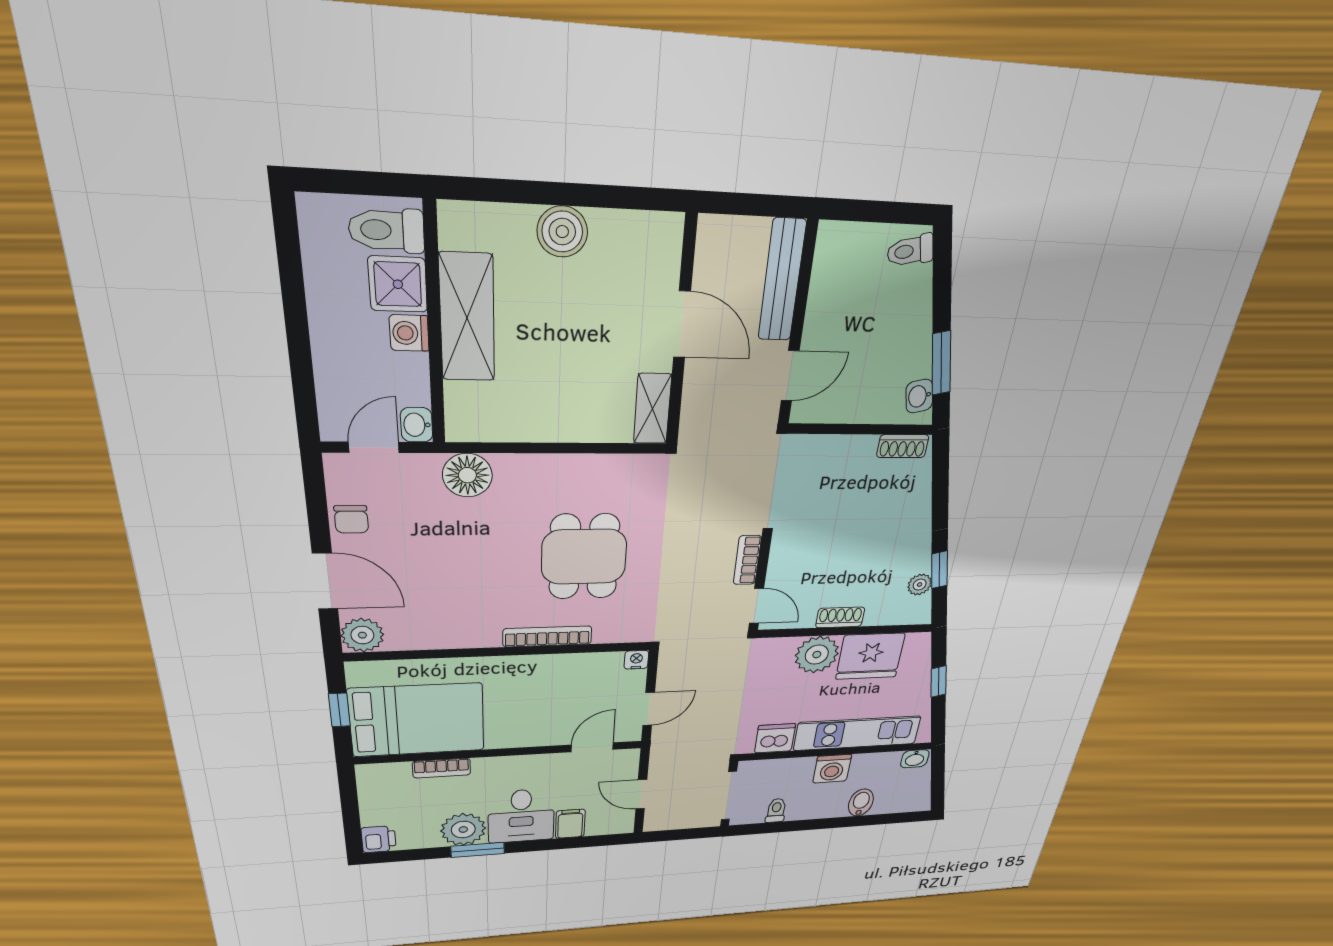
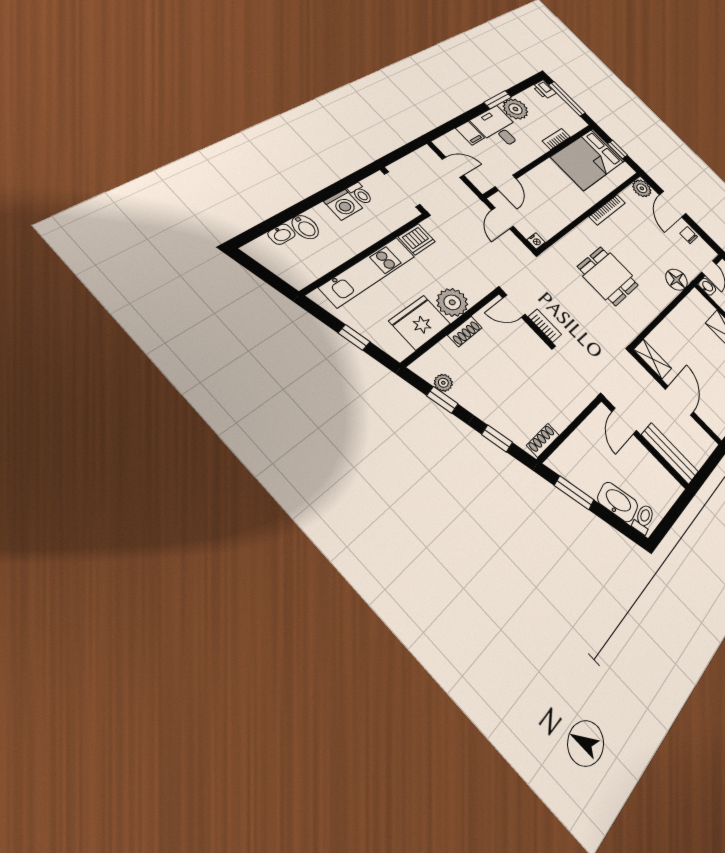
door: (682, 325) -> (679, 401), swing flipped
washbasin: (919, 396) -> (618, 502), moved, width x1.91, depth x1.45
window: (940, 491) -> (497, 438), added
door: (325, 581) -> (673, 204), hinge flipped
bookcase: (547, 636) -> (607, 210), moved
washbasin: (915, 759) -> (282, 234), moved, turned 180
washing machine: (832, 769) -> (343, 205), moved, turned 180
window: (351, 814) -> (567, 99), added

